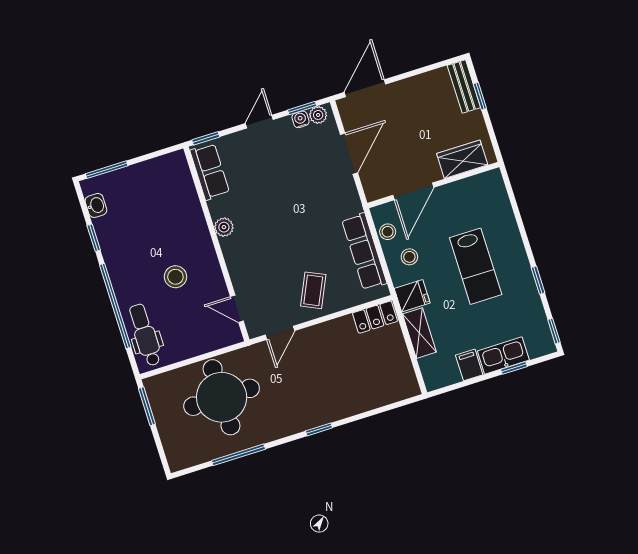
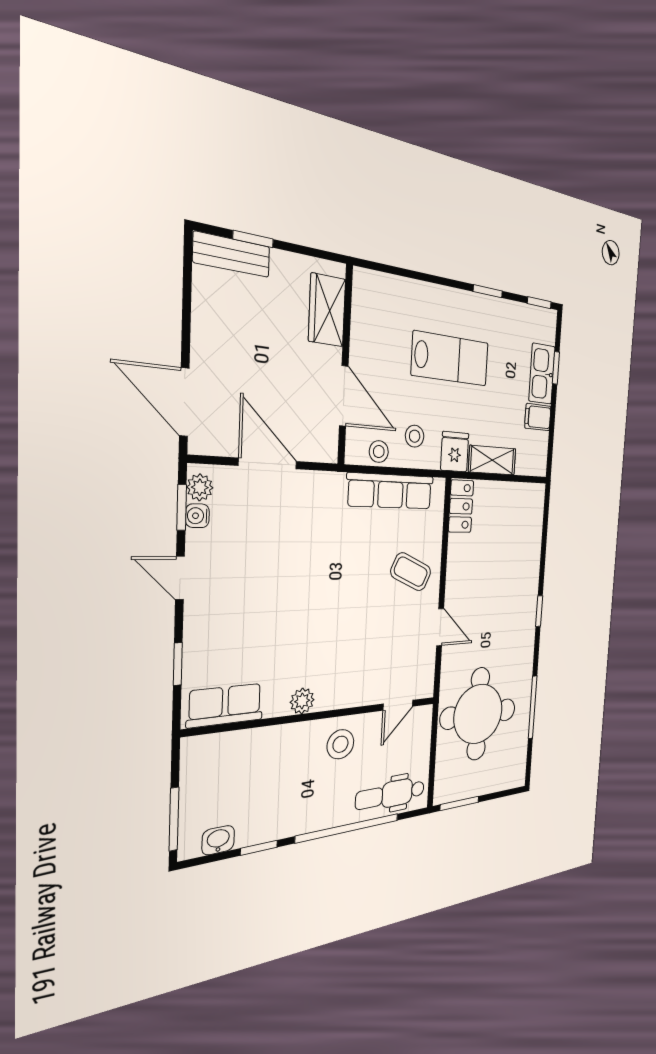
row of seats: (210, 172) -> (225, 705), moved
plant: (224, 227) -> (302, 701), moved
wall: (216, 244) -> (319, 715), moved
door: (237, 309) -> (398, 705), moved

